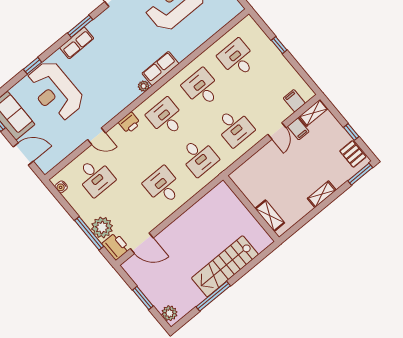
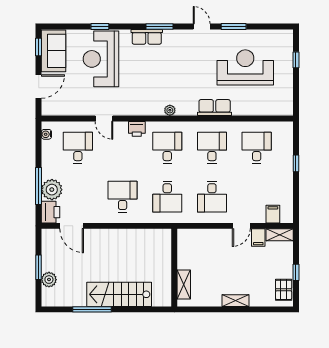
row of seats: (160, 69) -> (215, 108), moved
door: (23, 154) -> (39, 86), hinge flipped
window: (360, 174) -> (277, 309), removed
desk: (95, 177) -> (78, 148), turned 180
plant: (169, 313) -> (49, 280), moved

